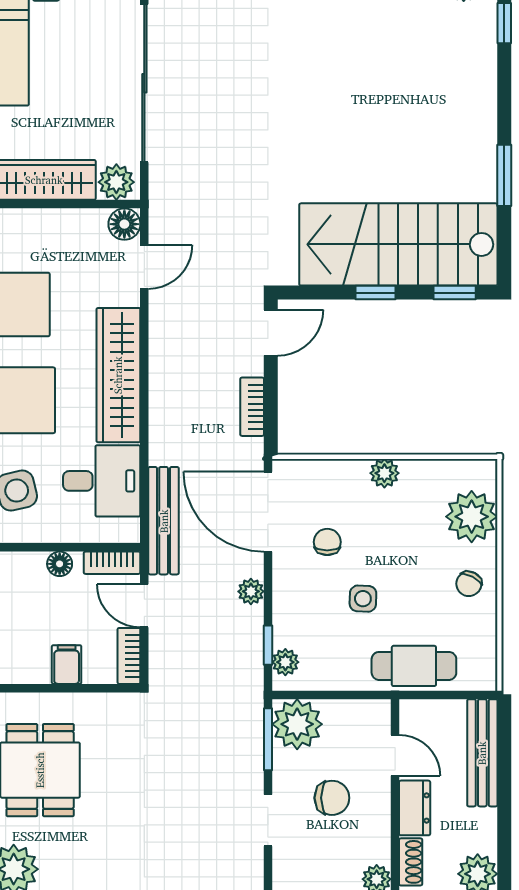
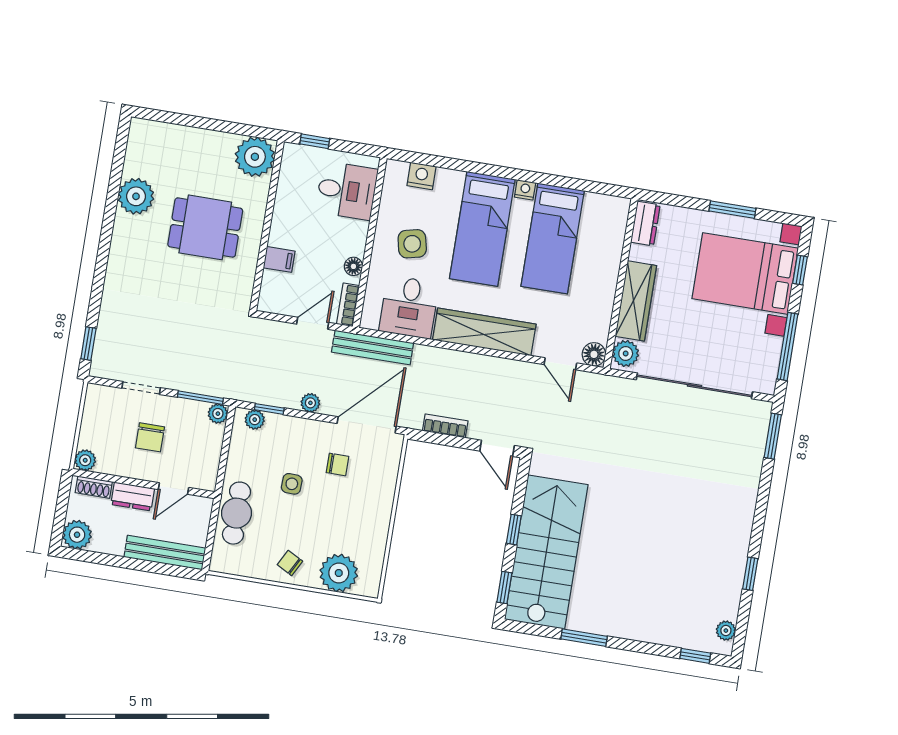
plant: (384, 473) -> (381, 515), removed
bookcase: (129, 656) -> (278, 306), removed
plant: (297, 724) -> (218, 414), width x0.53, depth x0.53

